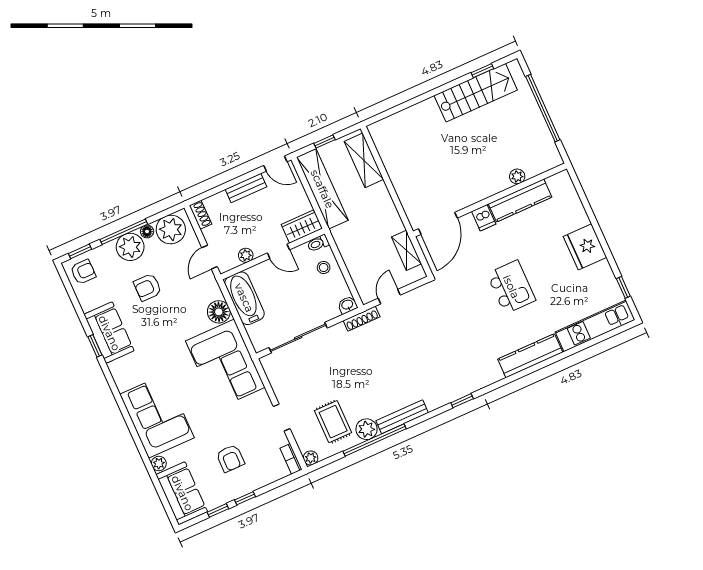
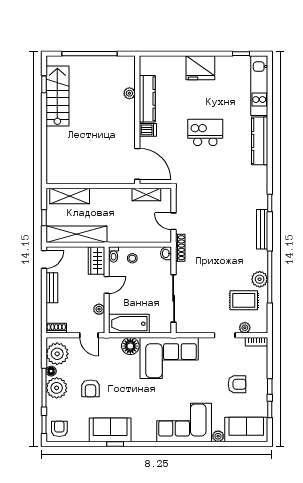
bench: (402, 417) -> (262, 229), moved
plant: (311, 458) -> (245, 328), moved

